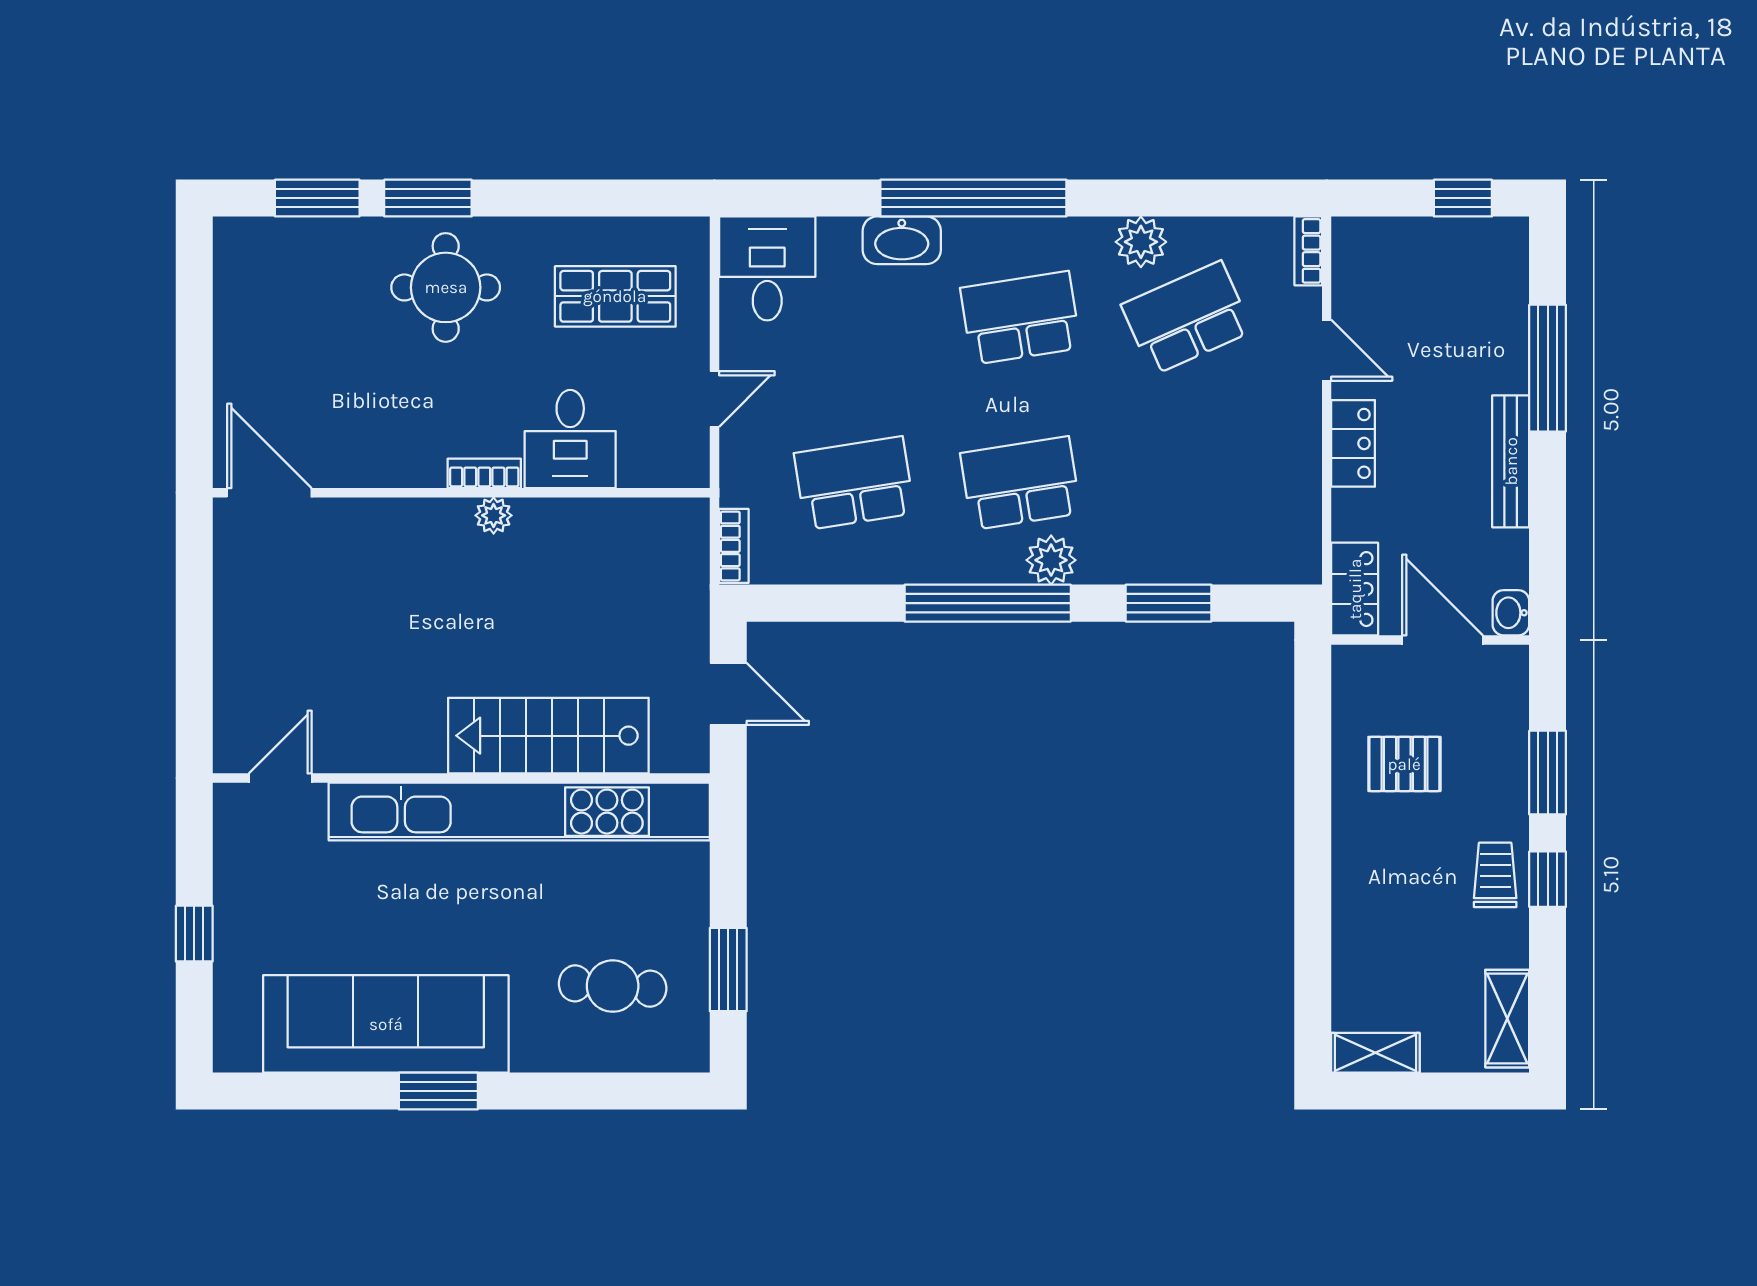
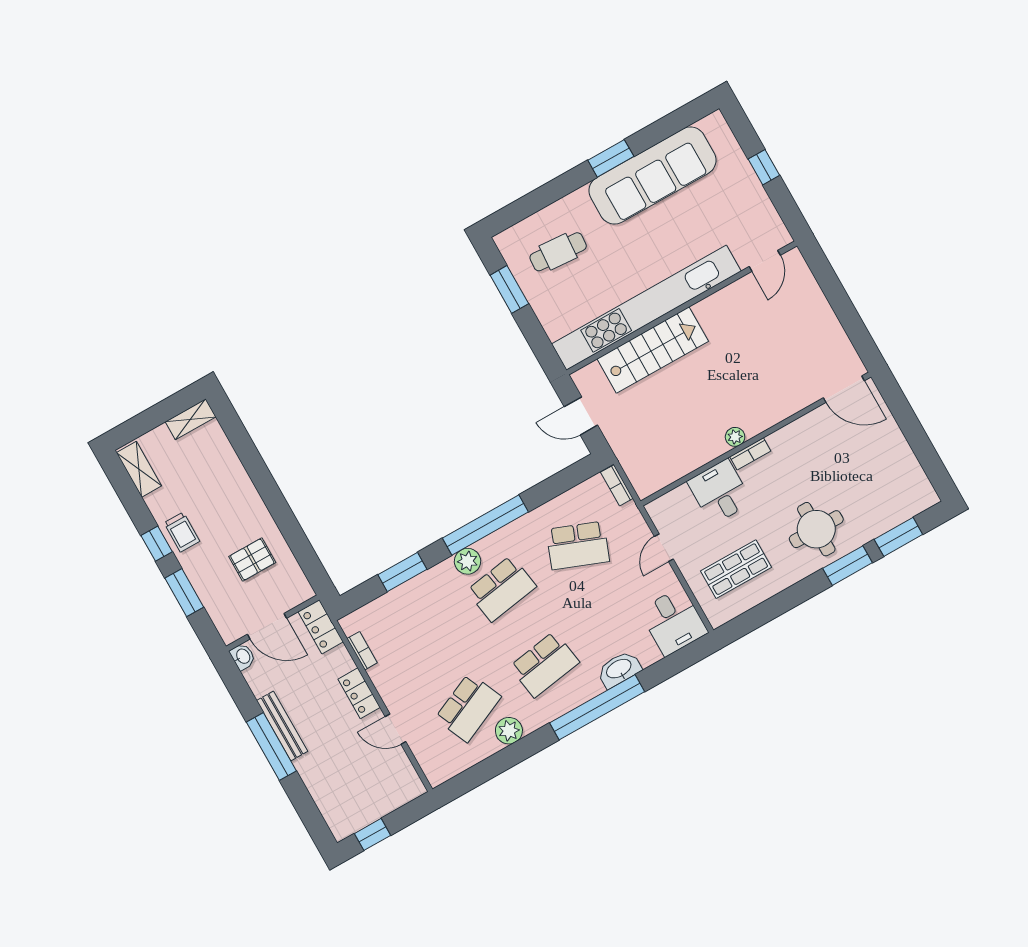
bookcase: (1308, 251) -> (362, 651), moved
window: (1548, 368) -> (271, 747), moved
school desk: (854, 483) -> (578, 545), turned 30

